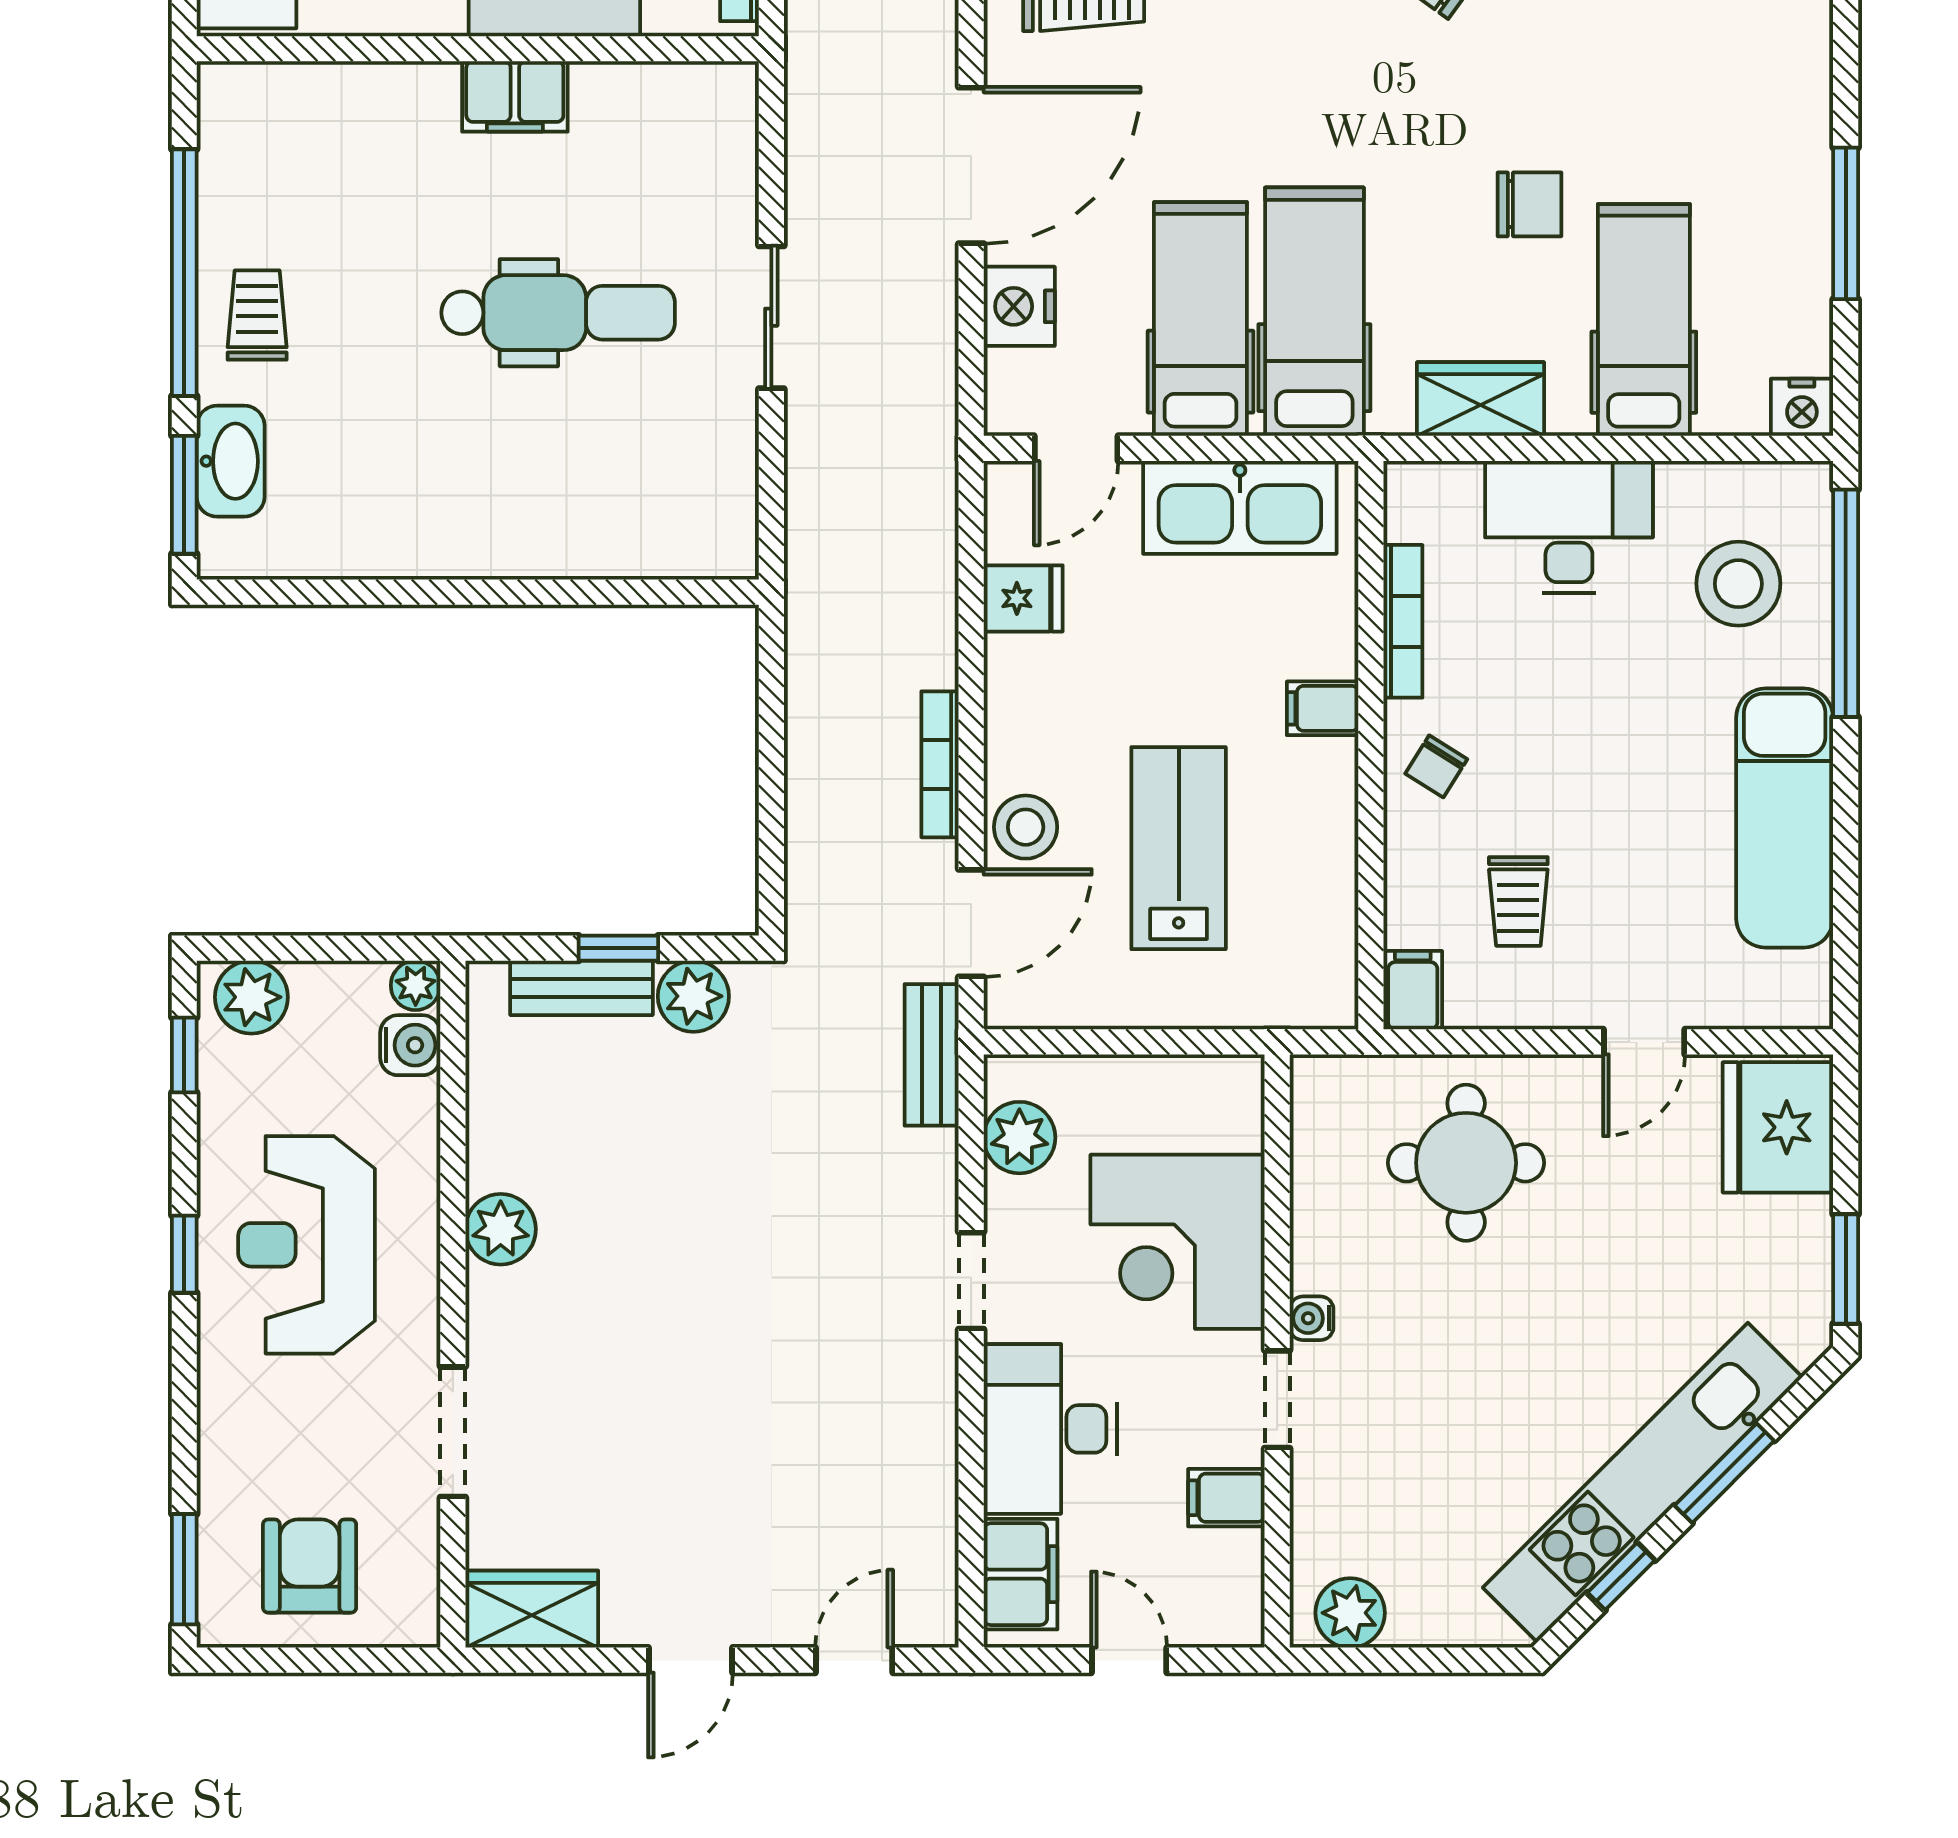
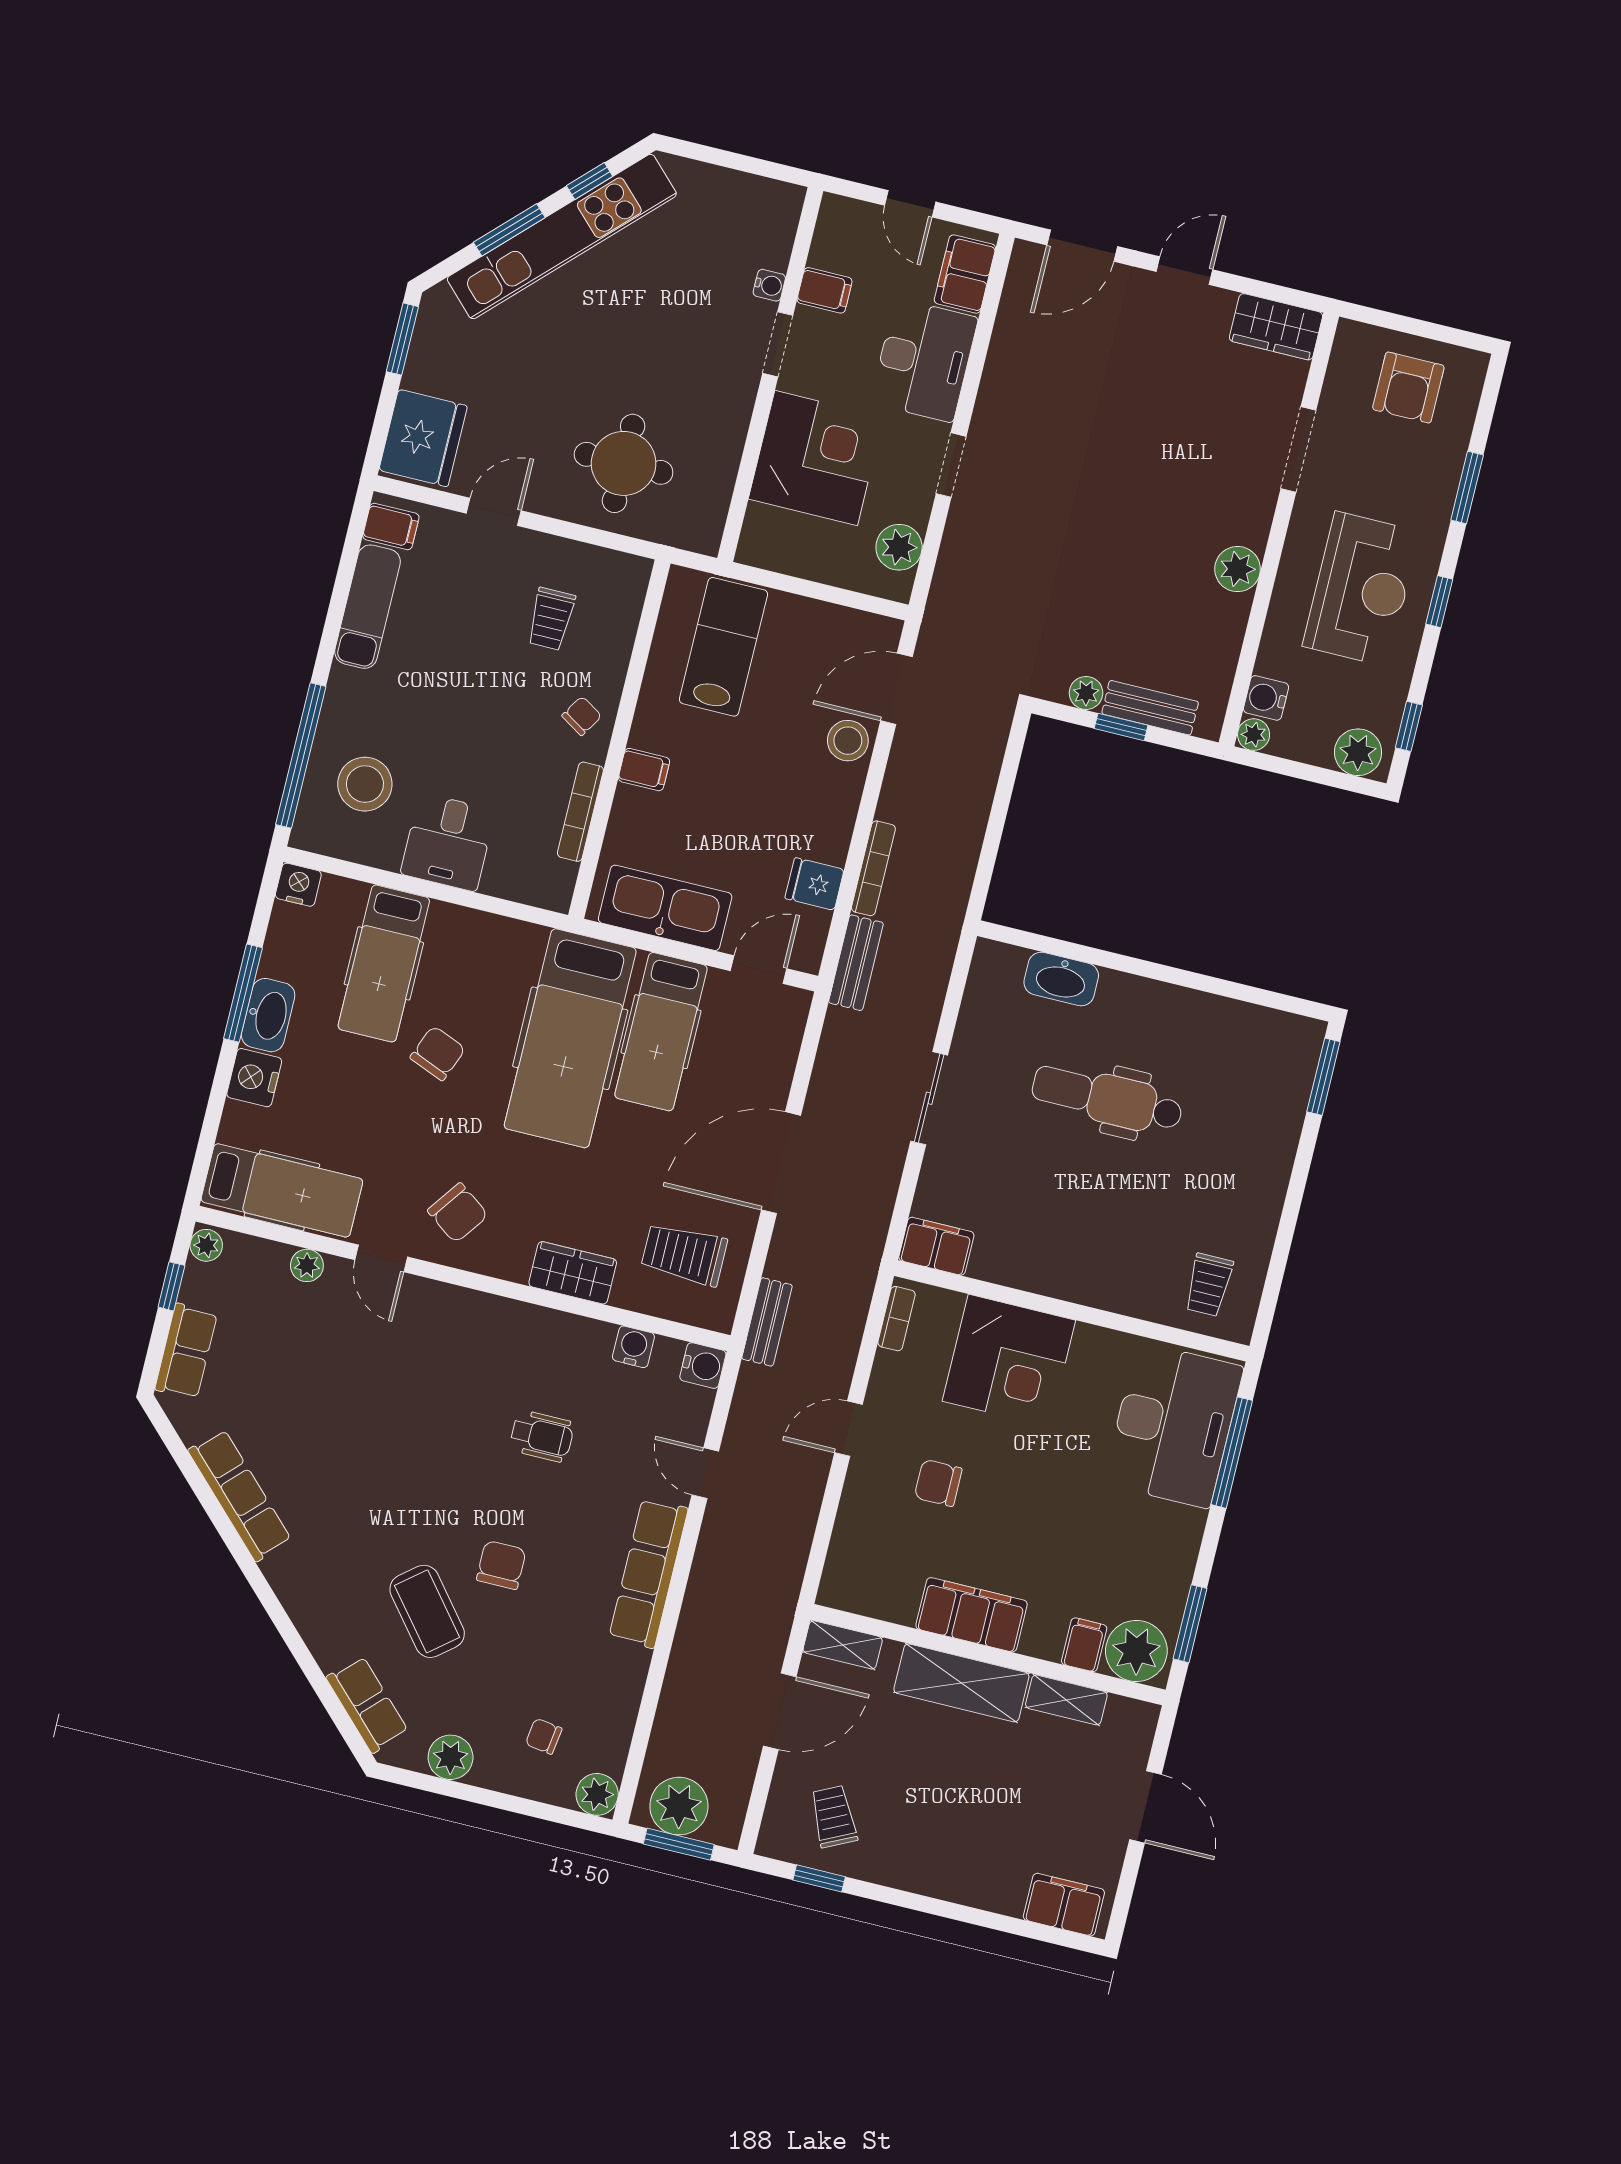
filing cabinet: (515, 96) -> (936, 1246), moved
washbasin: (1800, 199) -> (268, 1015), added
chair: (1529, 204) -> (438, 1053), turned 112
window: (184, 273) -> (1290, 1216), removed
nightstand: (1019, 306) -> (254, 1078), moved, turned 180
hospital bed: (1314, 312) -> (570, 1038), width x1.37, depth x1.29
dental chair: (558, 313) -> (1107, 1099), moved
trolley: (257, 315) -> (1209, 1285), moved
wardrobe: (1480, 399) -> (498, 939), removed
washbasin: (231, 461) -> (1061, 979), moved, turned -90
desk: (1569, 527) -> (448, 842), width x0.73
bookcase: (940, 764) -> (873, 868), moved
exam couch: (1785, 818) -> (367, 607), width x0.73, depth x0.69
lab bench: (1179, 848) -> (723, 647), moved, turned 180
trolley: (1518, 901) -> (551, 619), turned 180
filing cabinet: (1413, 990) -> (391, 527), moved, turned -90
plant: (693, 996) -> (1086, 693), width x0.73, depth x0.73
bench: (932, 1055) -> (856, 963), moved
water cooler: (1312, 1318) -> (769, 285), moved
window: (184, 1569) -> (1467, 487), moved
plant: (1350, 1613) -> (765, 200), removed
door: (854, 1660) -> (1082, 246), width x1.38

